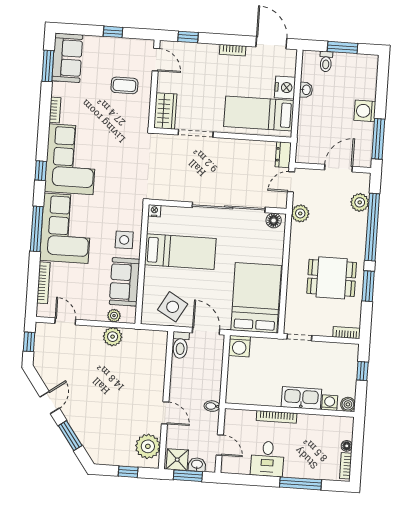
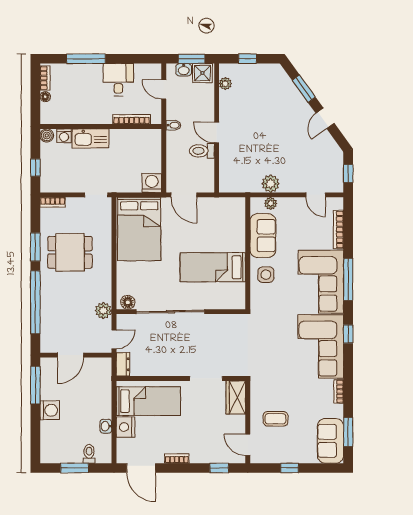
plant: (360, 202) -> (49, 325), removed
nightstand: (154, 211) -> (240, 304), removed
side table: (173, 307) -> (216, 215), removed
toilet: (180, 345) -> (202, 151), moved, turned -90
door: (165, 413) -> (217, 133), moved
bookcase: (277, 417) -> (132, 119), moved
plant: (148, 446) -> (225, 84), width x0.53, depth x0.53

